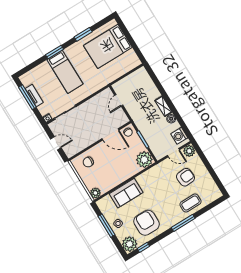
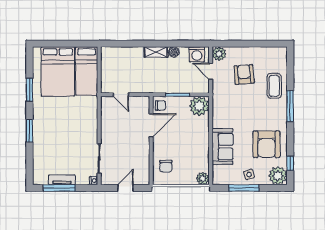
bed: (65, 72) -> (87, 71), moved, turned 90
door: (173, 153) -> (211, 71), swing flipped
armchair: (147, 223) -> (266, 144), turned -90

